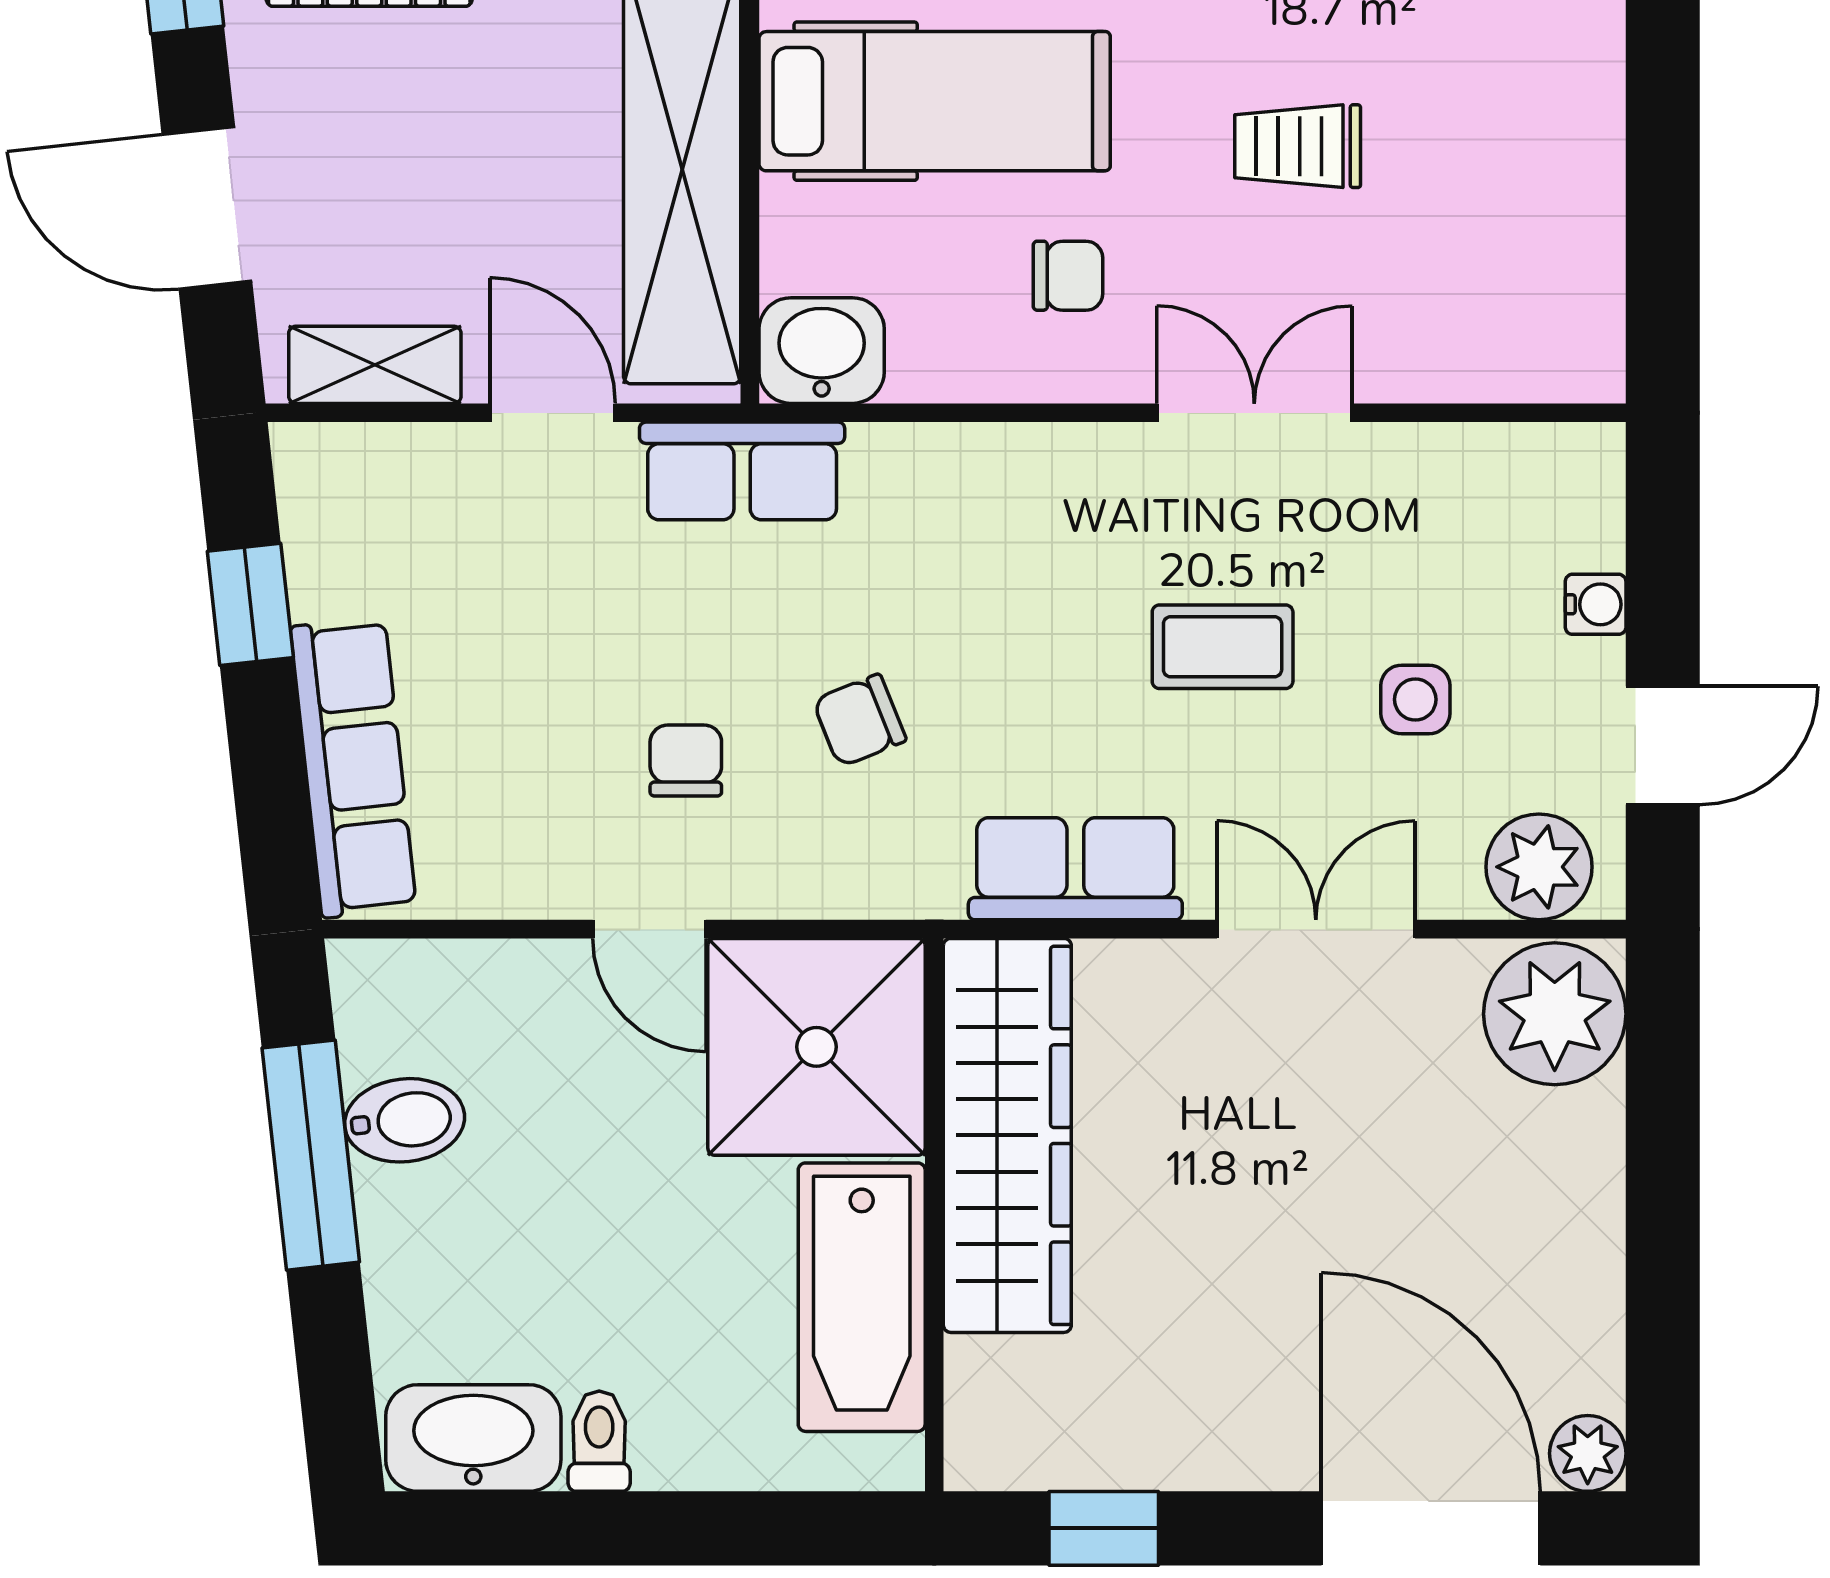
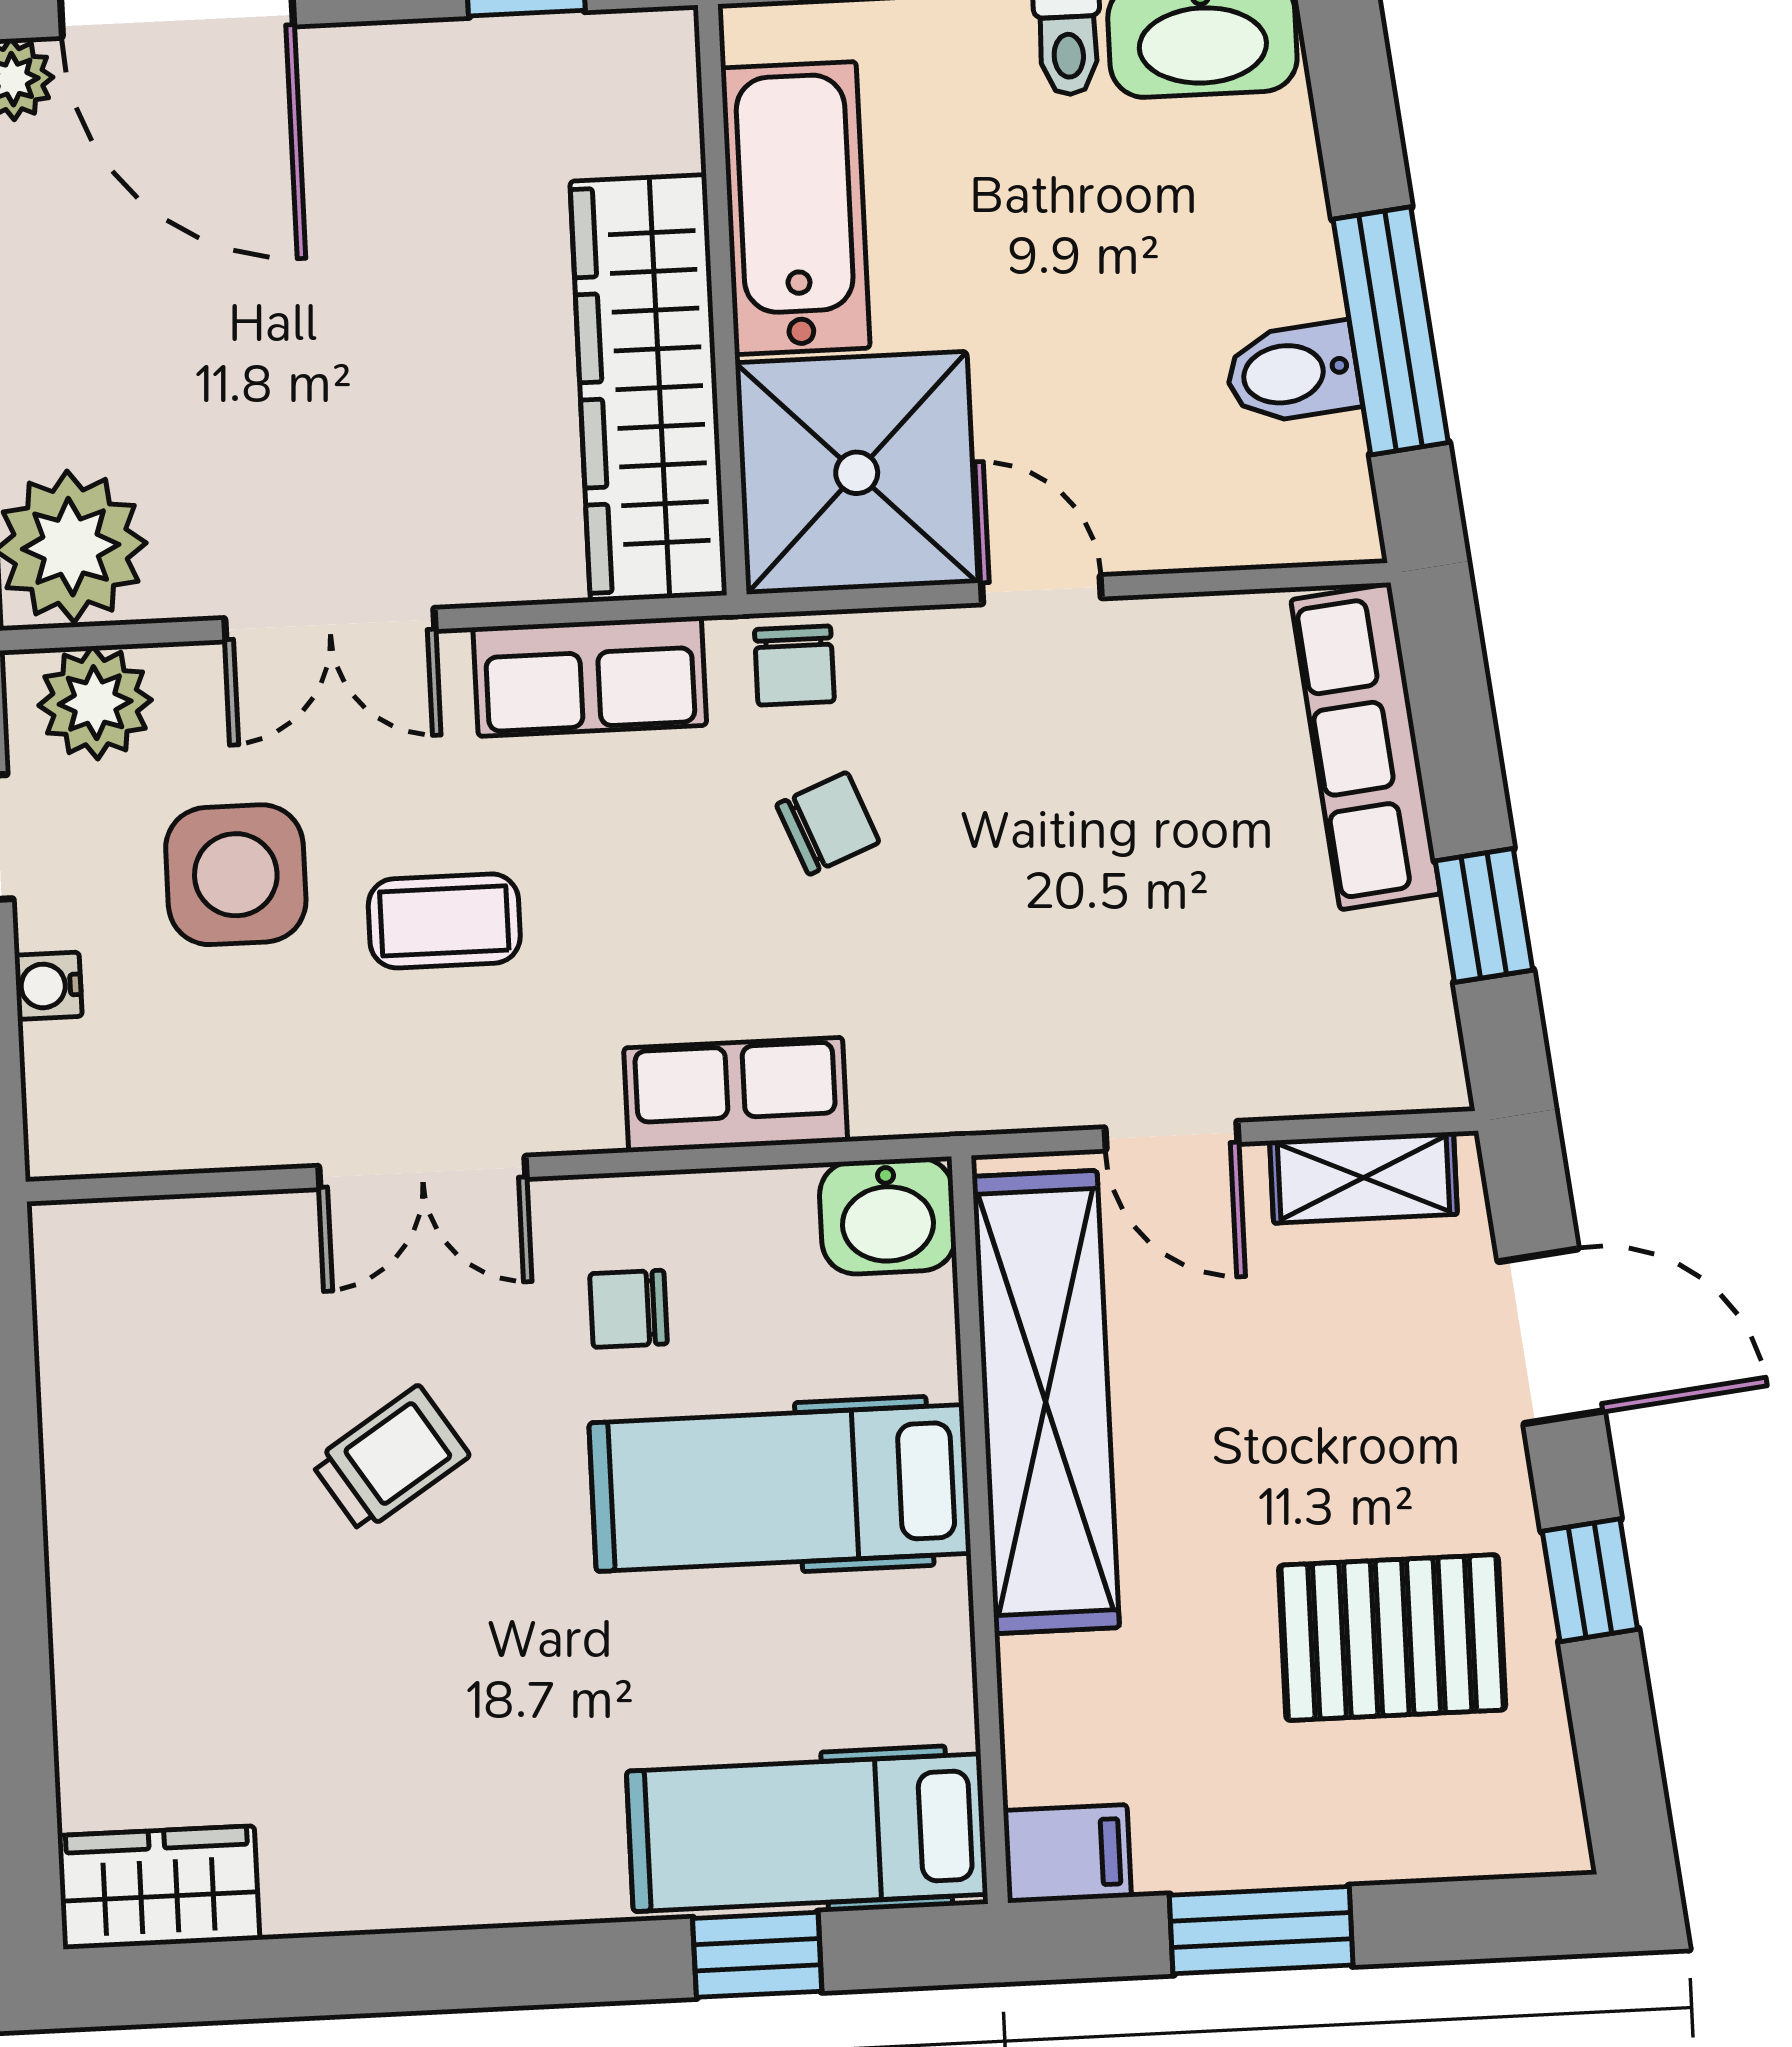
trolley: (1298, 146) -> (390, 1459), turned -33
row of seats: (742, 471) -> (736, 1095), moved
side table: (1415, 699) -> (236, 875), width x1.87, depth x1.87
chair: (686, 761) -> (794, 666), moved

